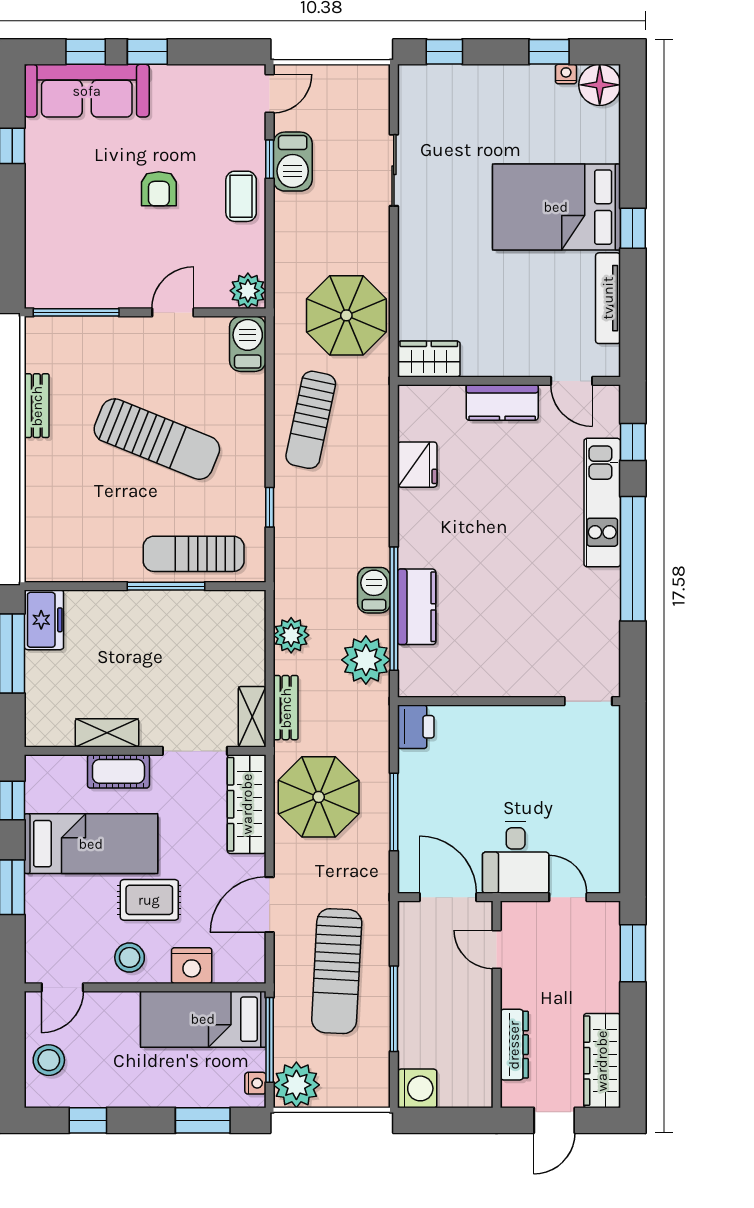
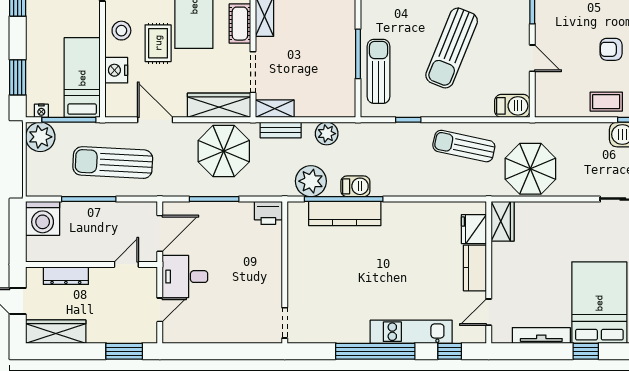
plant: (248, 291) -> (546, 106), removed
fridge: (417, 465) -> (474, 229), moved, turned 90
kitchen counter: (417, 607) -> (345, 213), width x1.50
washing machine: (417, 1088) -> (43, 218), width x1.37, depth x1.37

